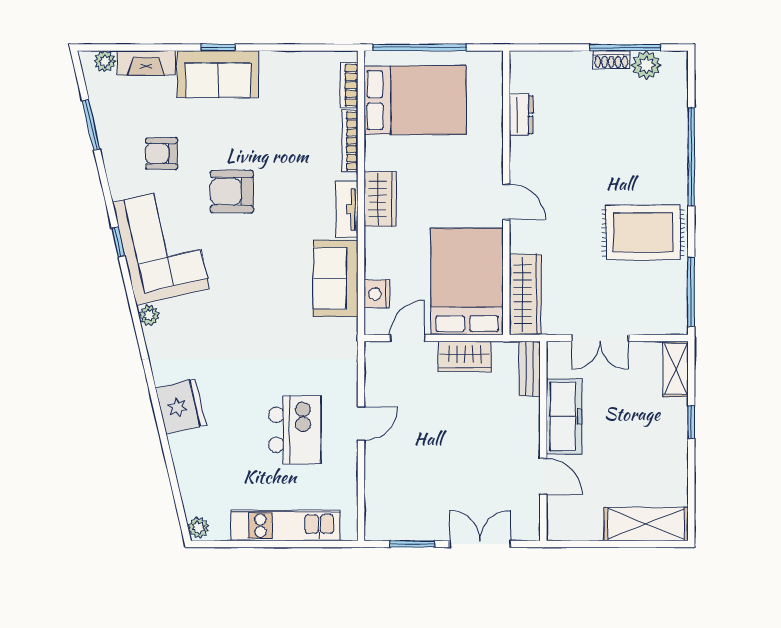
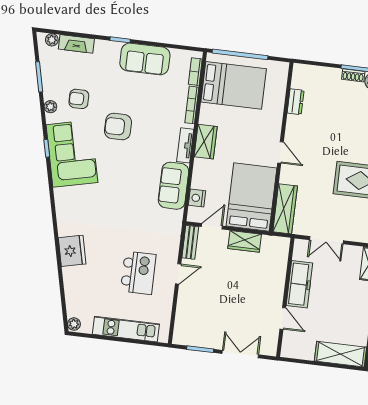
sofa: (218, 74) -> (145, 59), moved
plant: (149, 315) -> (50, 107), moved
bench: (530, 369) -> (190, 242), moved

